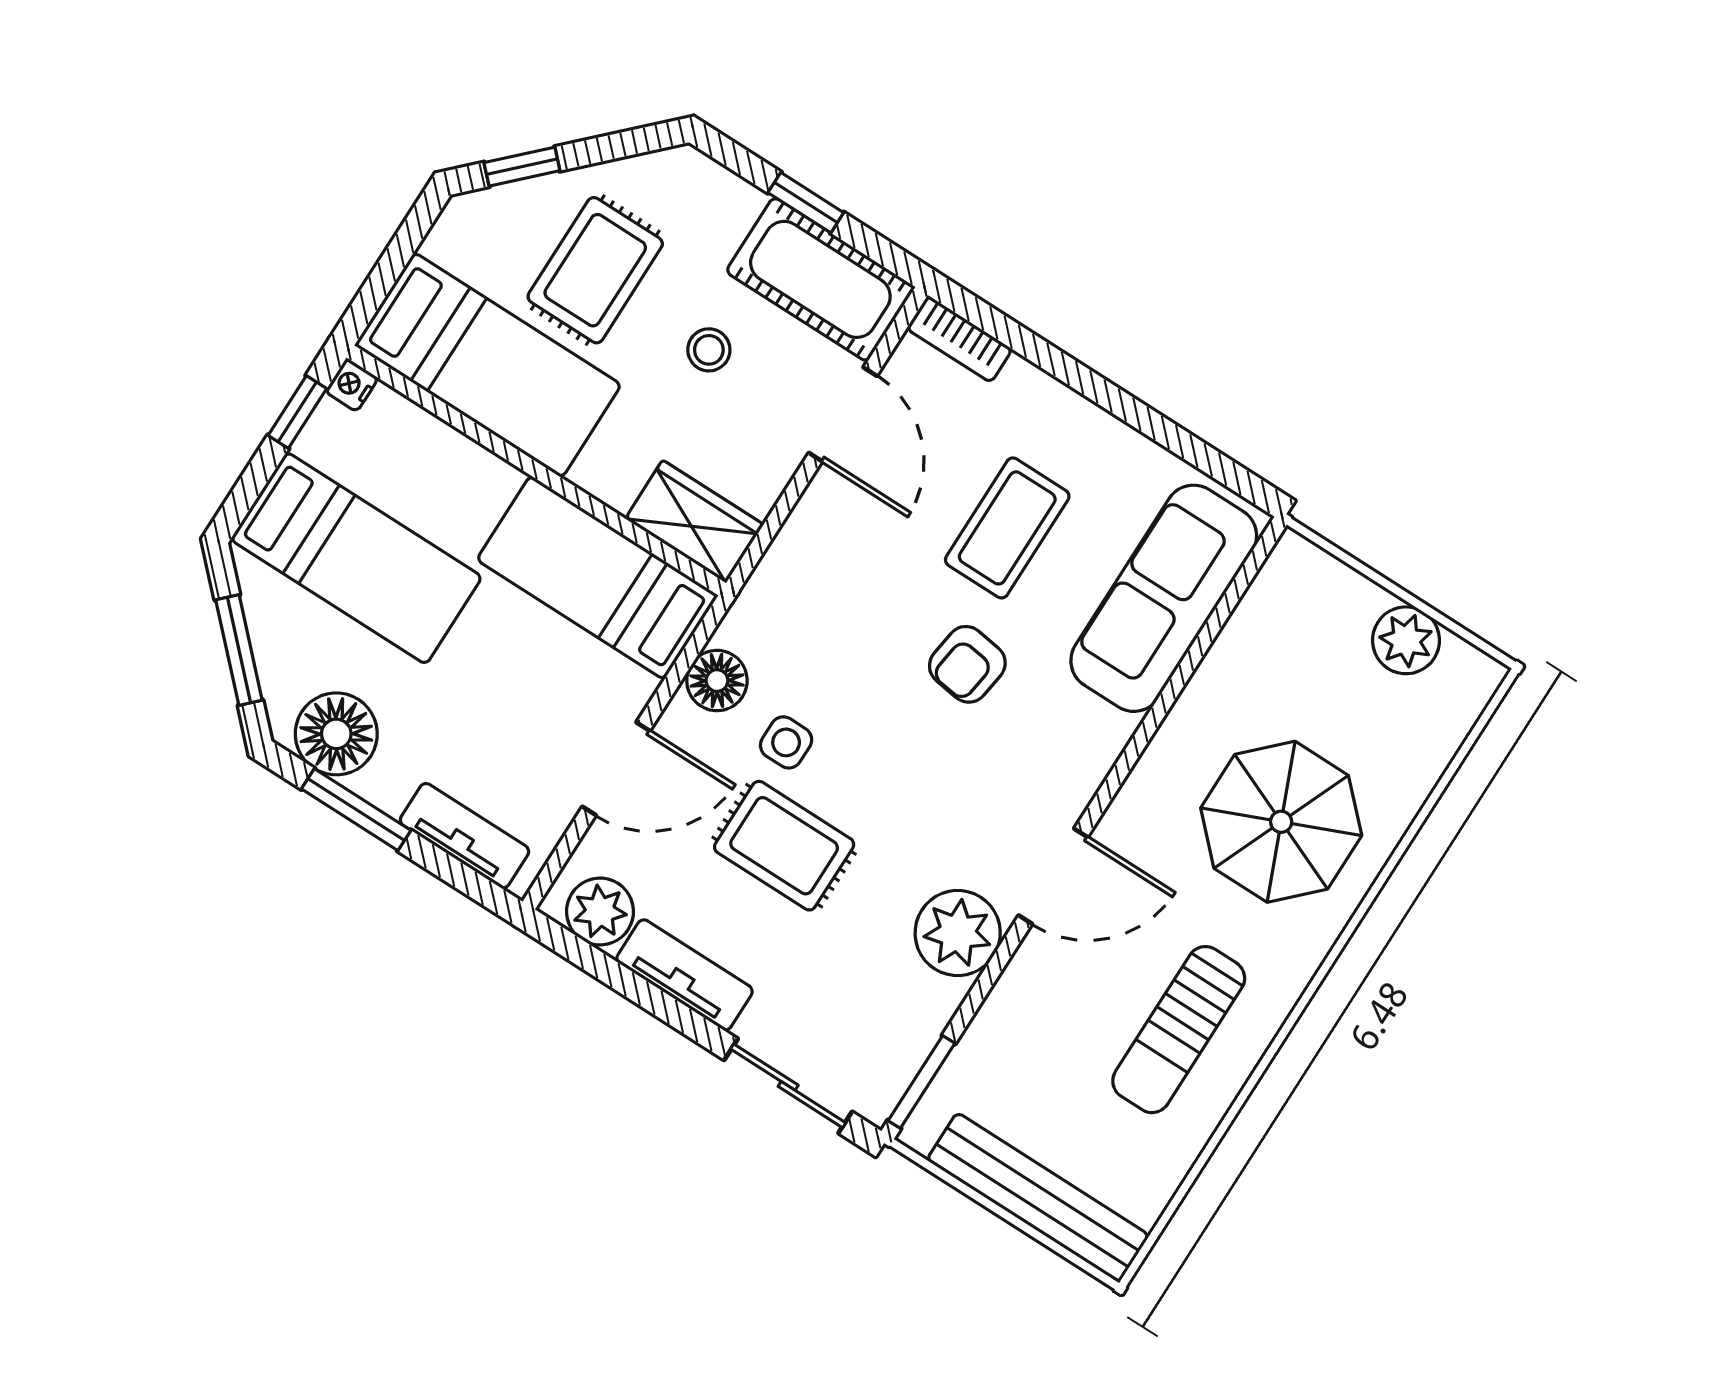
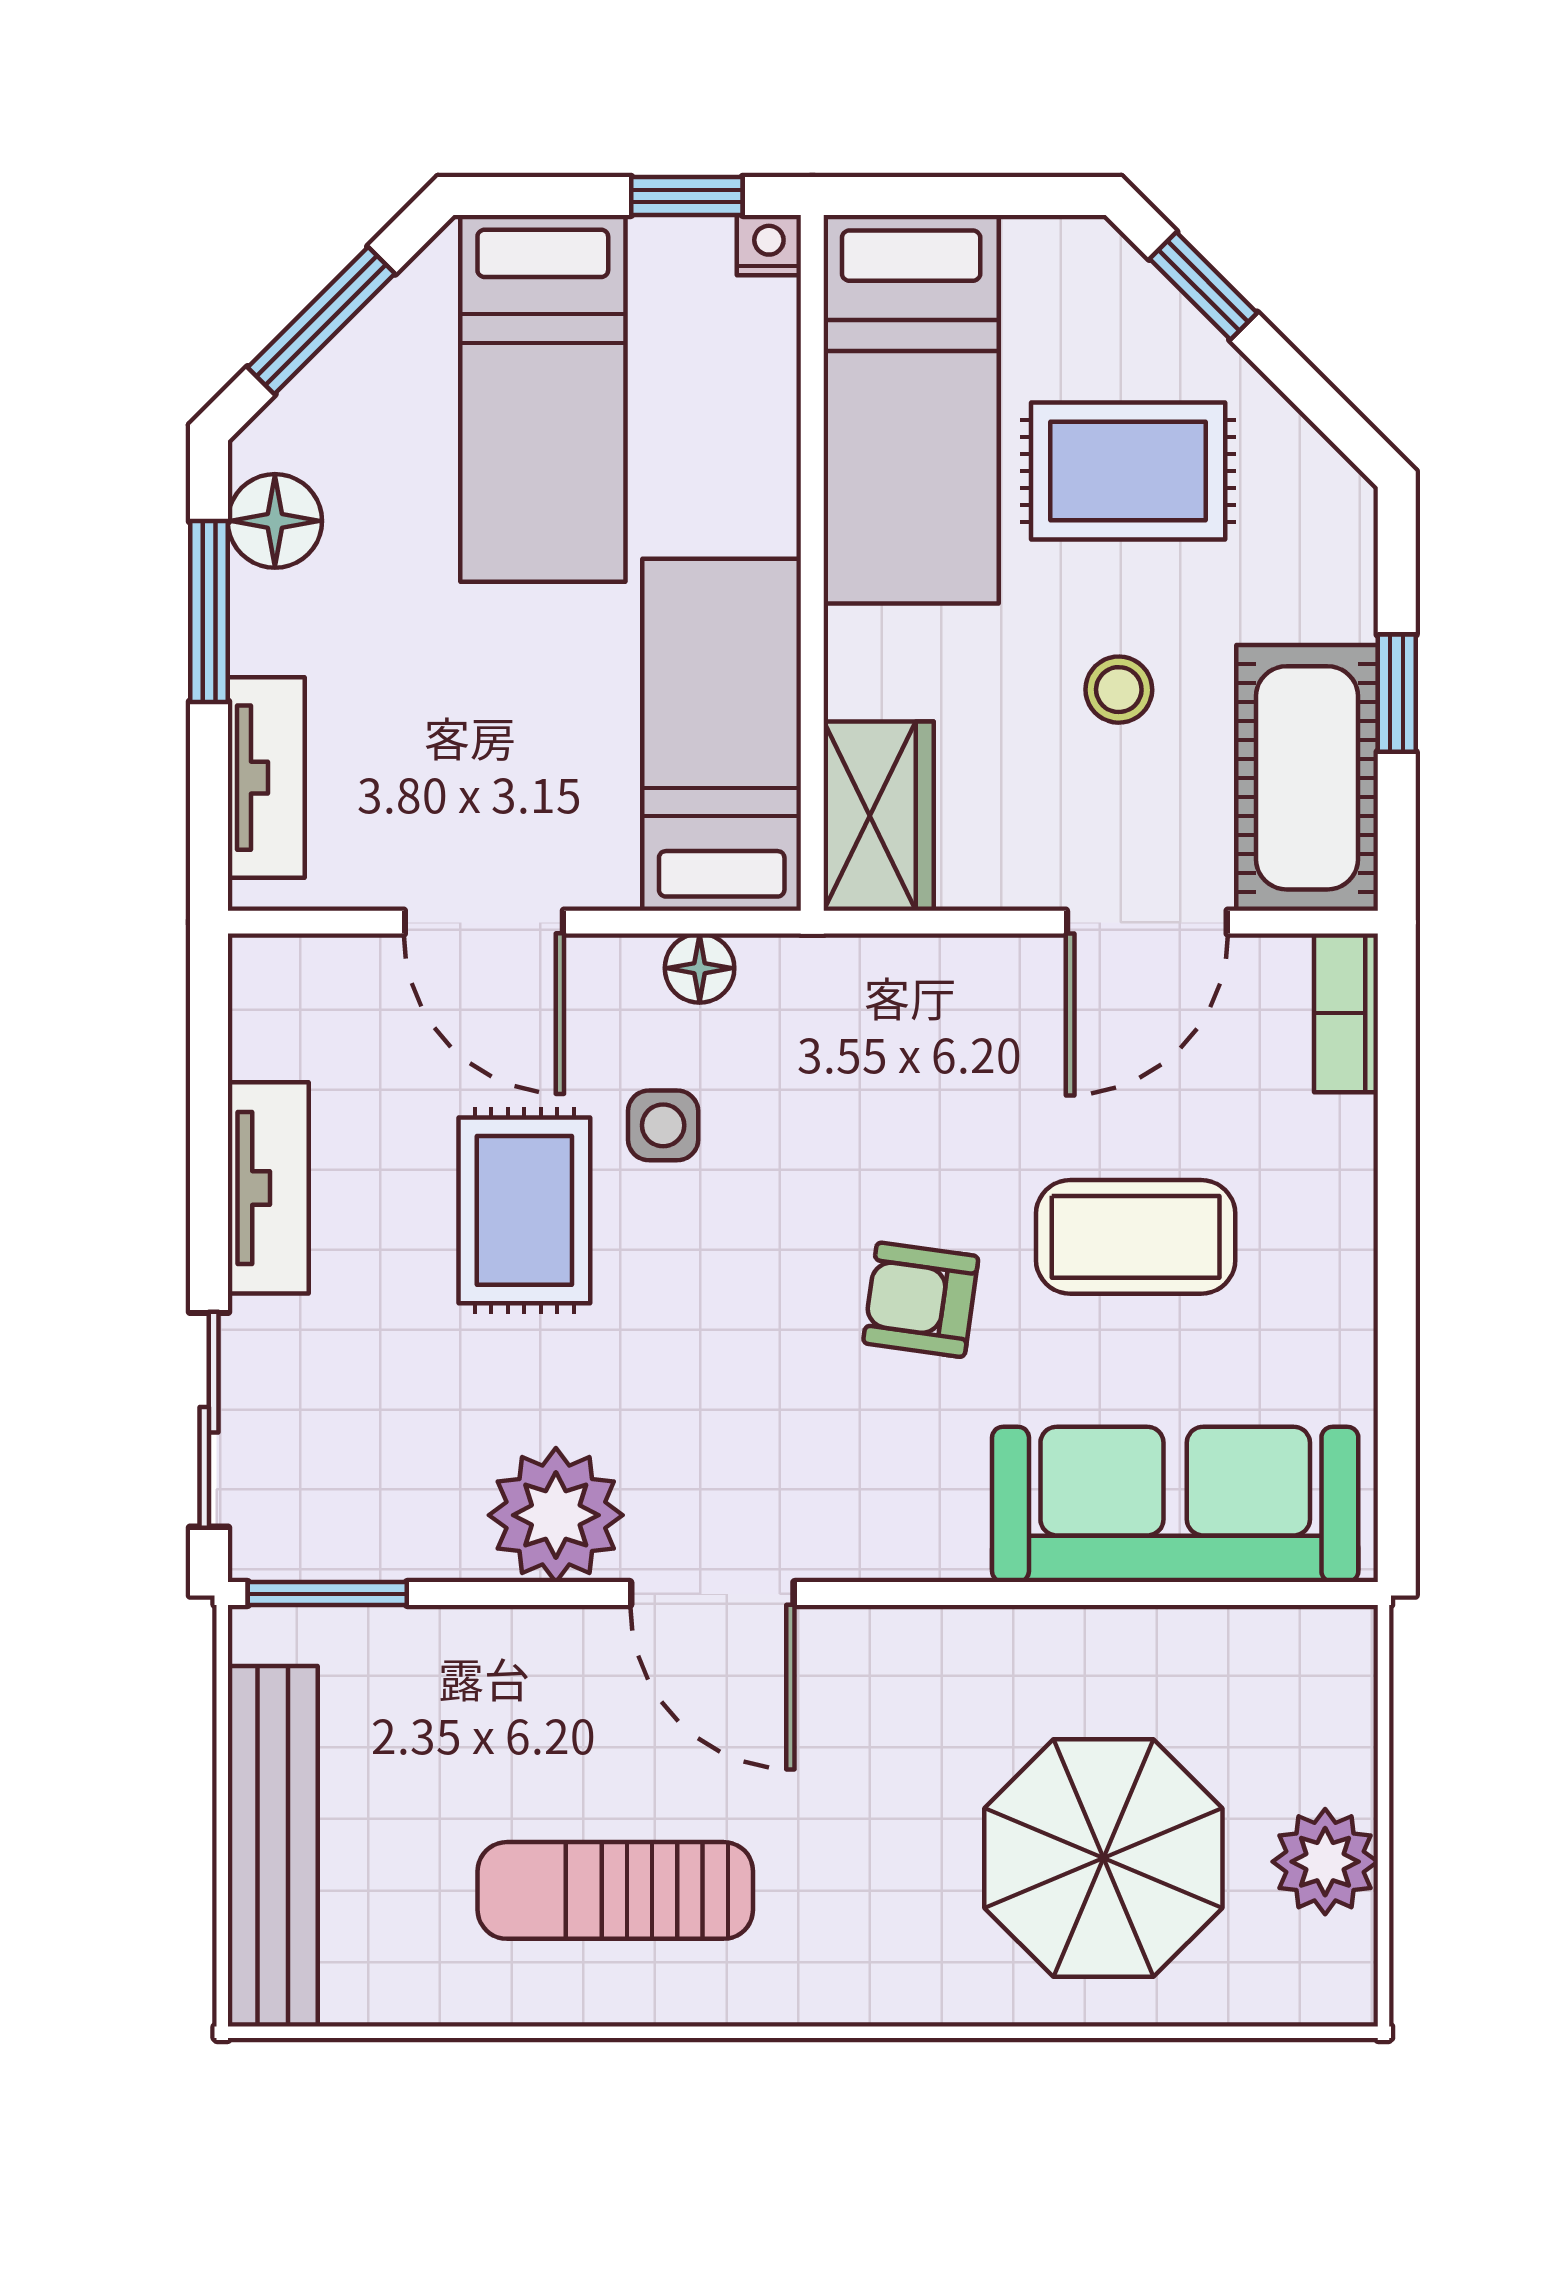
floor lamp: (717, 681) -> (700, 968), width x0.73, depth x0.73
floor lamp: (336, 734) -> (275, 521), width x0.73, depth x0.73
parasol: (1281, 822) -> (1103, 1858), moved
plant: (600, 912) -> (281, 1022), removed

